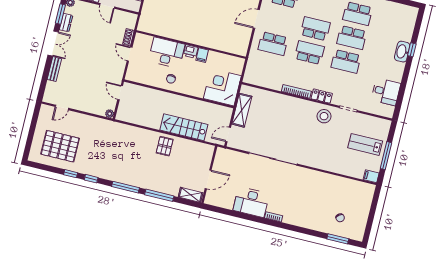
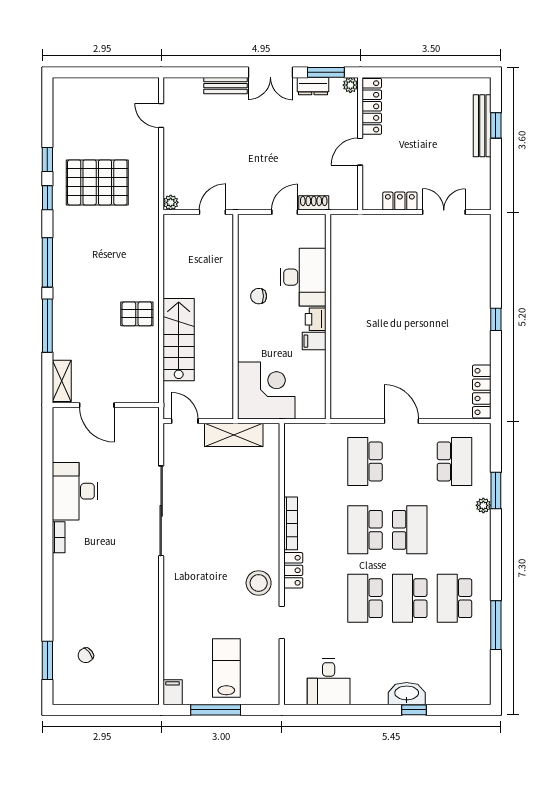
school desk: (309, 53) -> (365, 530), turned 180
pallet: (60, 146) -> (97, 182), moved, turned 90

